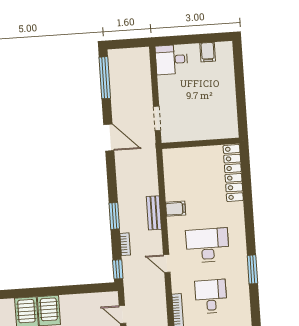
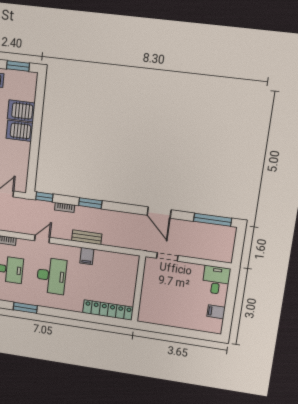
door: (109, 138) -> (159, 212), hinge flipped

